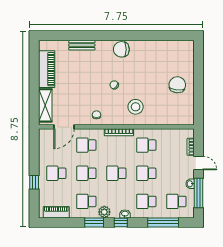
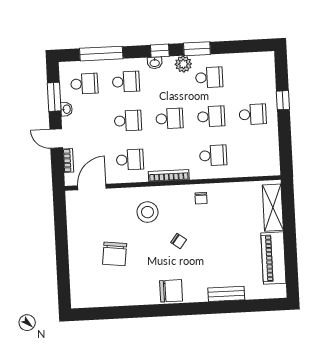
chair: (177, 85) -> (115, 254), moved
door: (64, 127) -> (92, 187), moved
window: (199, 193) -> (54, 97), width x0.69
piano: (56, 212) -> (250, 60), removed

